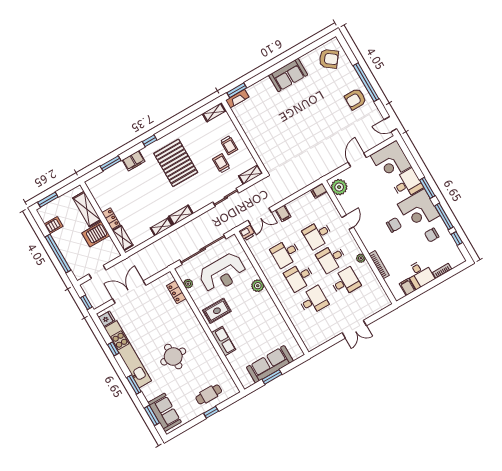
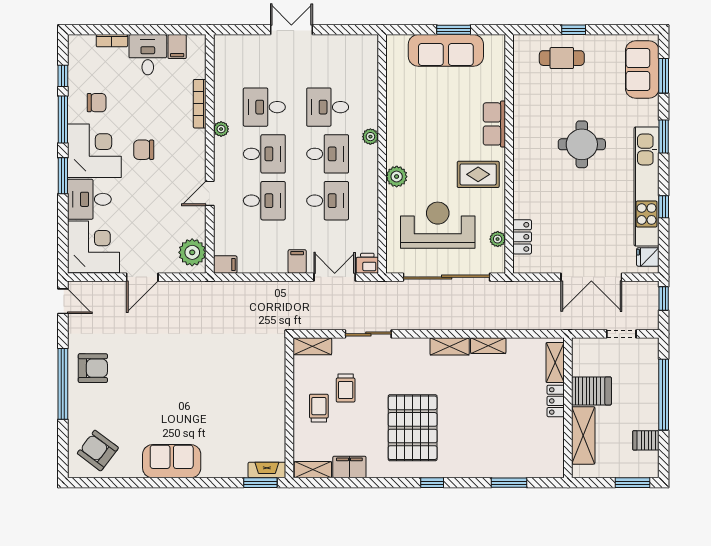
filing cabinet: (134, 161) -> (349, 467), moved
plant: (283, 298) -> (370, 137), added

